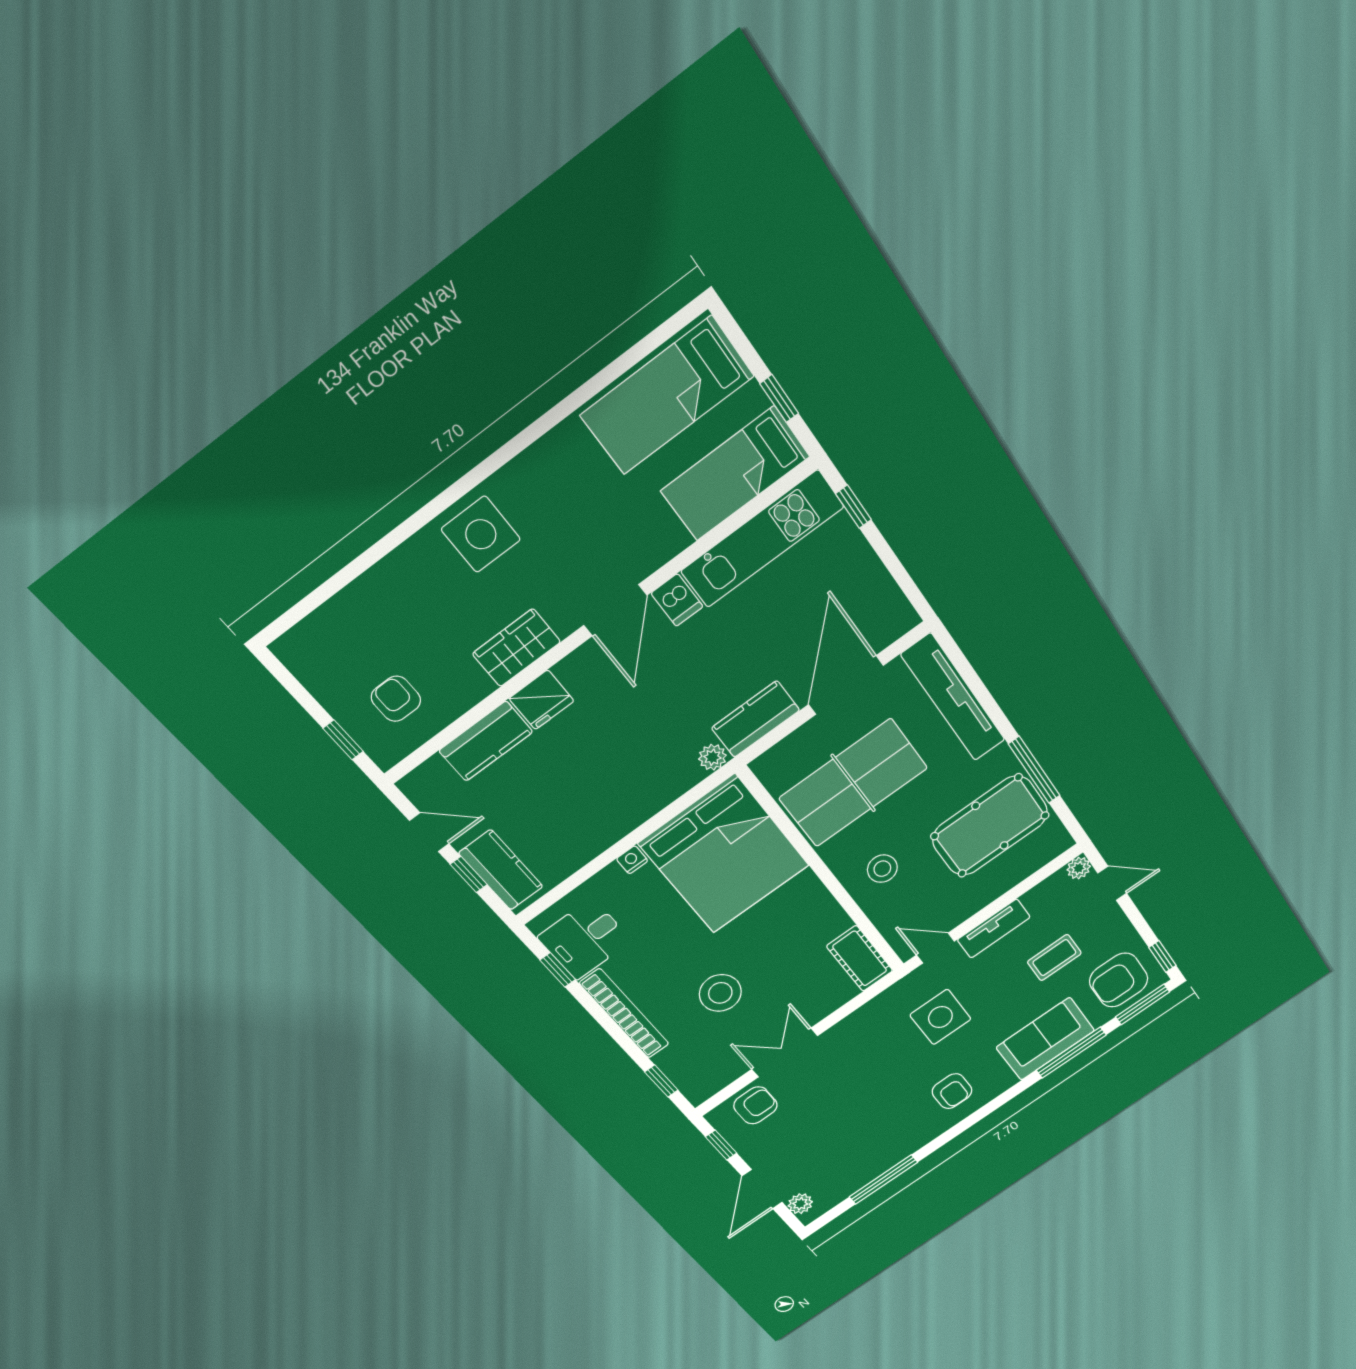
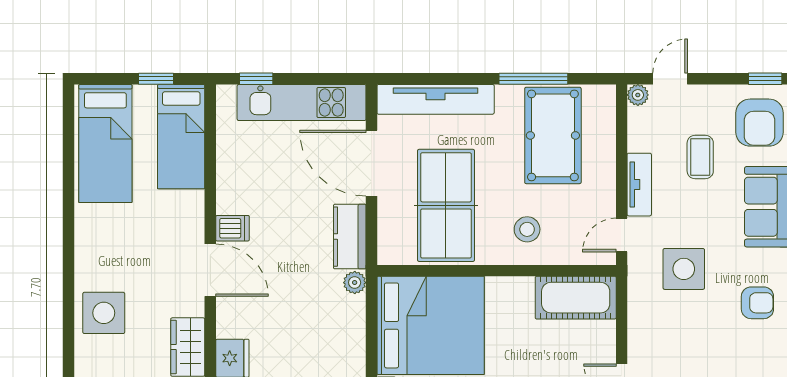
kitchen unit: (762, 539) -> (302, 102), moved, turned 90
cot: (860, 958) -> (576, 298), width x1.37, depth x1.34

